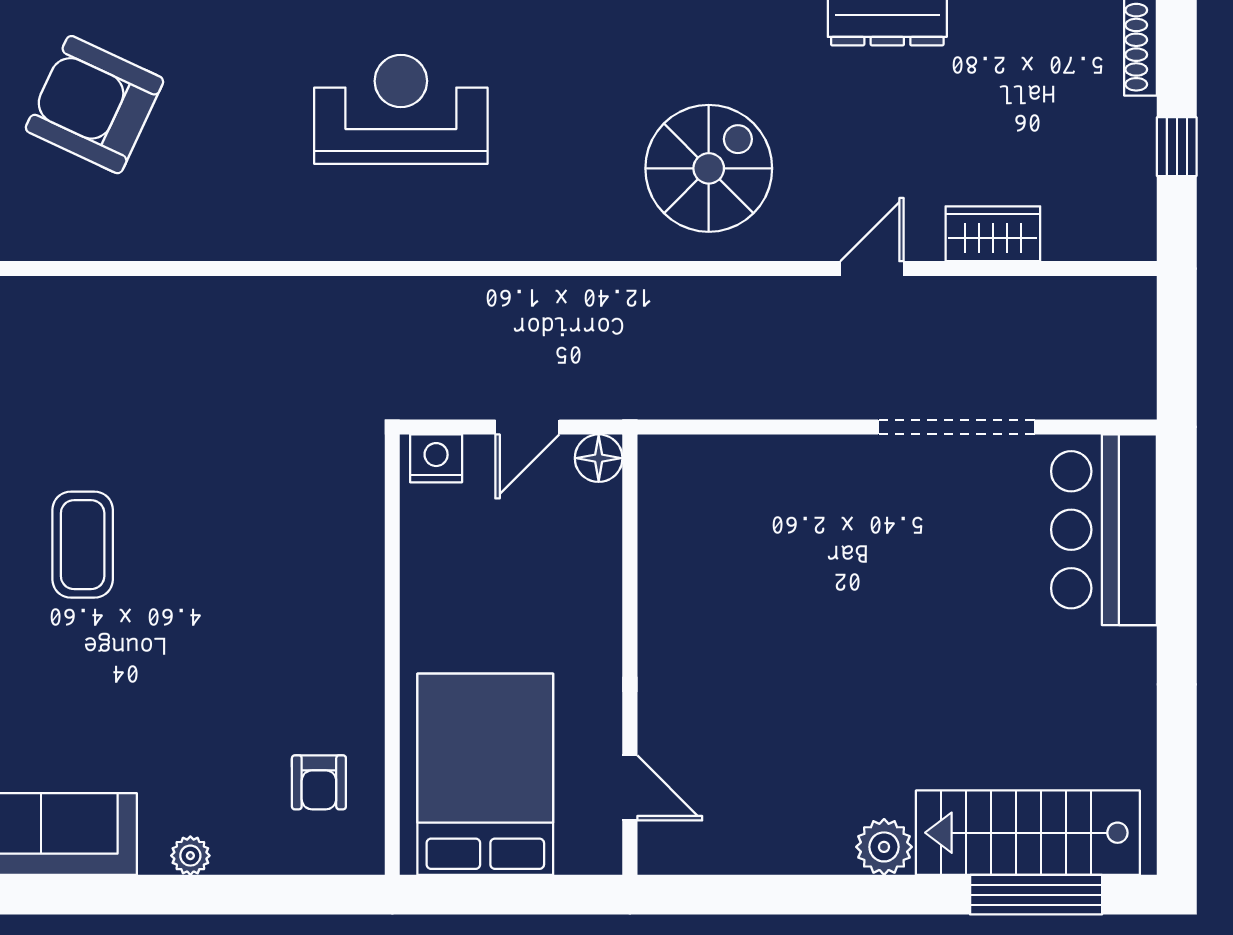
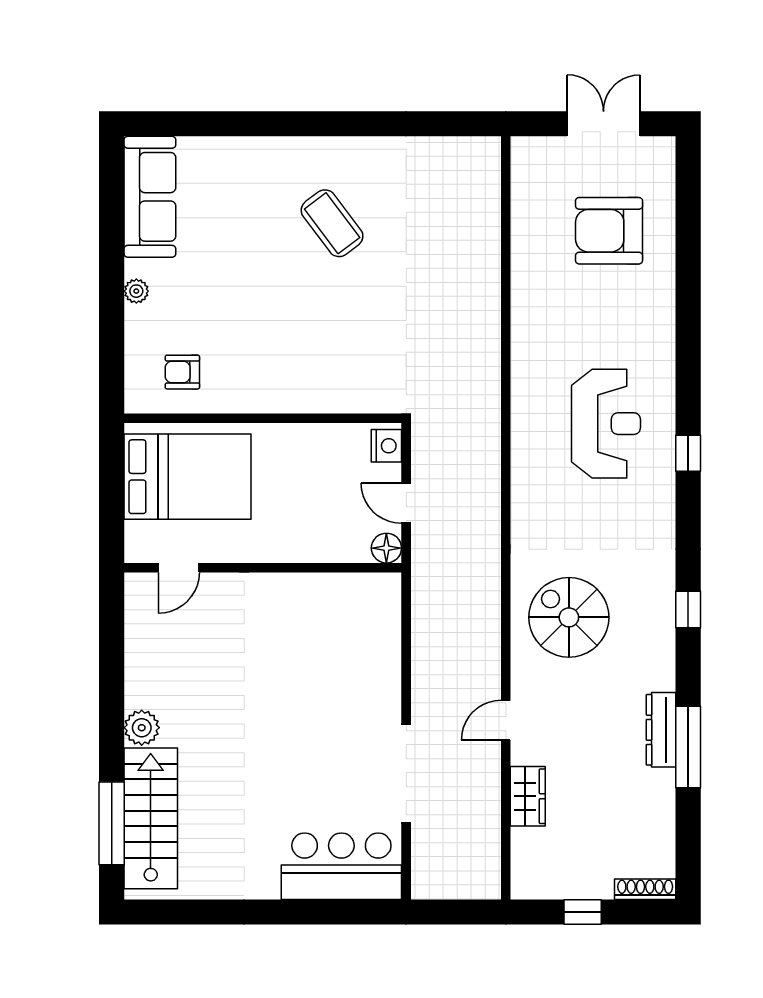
armchair: (94, 105) -> (609, 231), turned -115
spiral stairs: (709, 168) -> (569, 617), turned 180
door: (872, 269) -> (506, 720), swing flipped
coffee table: (83, 545) -> (332, 223), turned 53

